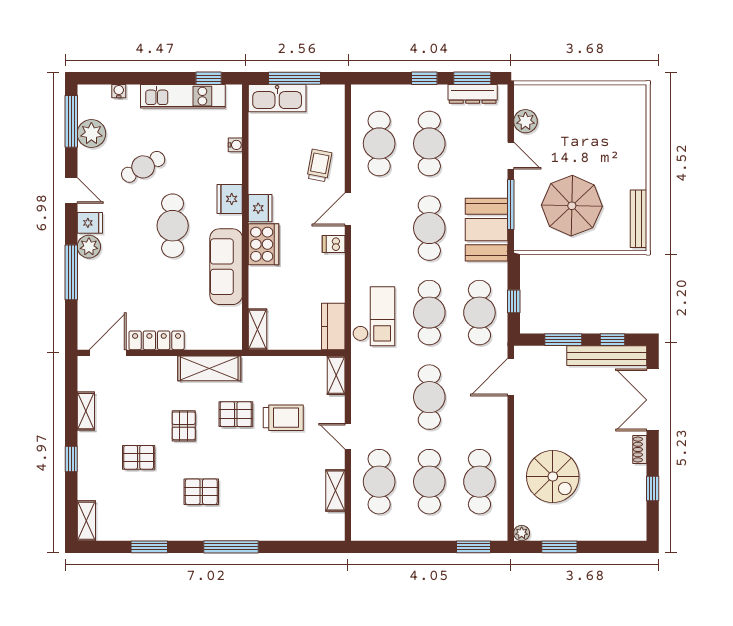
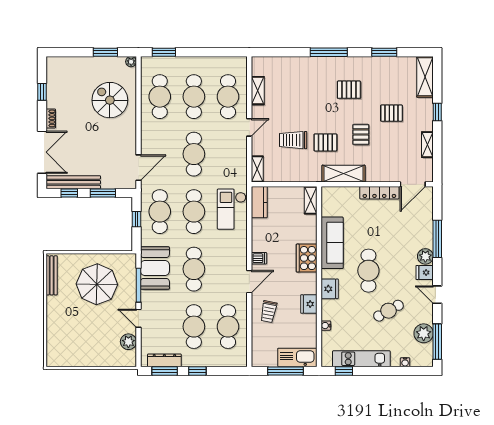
fridge: (260, 208) -> (309, 304), moved
door: (348, 436) -> (249, 127), hinge flipped
shelving: (86, 521) -> (425, 77), width x1.50, depth x1.33

